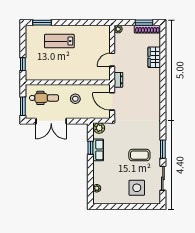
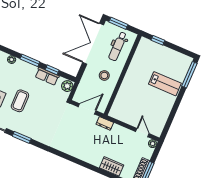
window: (42, 23) -> (189, 75), width x1.44
lab bench: (59, 41) -> (165, 84), turned 90
door: (112, 60) -> (142, 133), moved
double door: (51, 121) -> (93, 44), width x1.36
coffee table: (139, 155) -> (20, 101), moved
window: (90, 172) -> (30, 60), added

